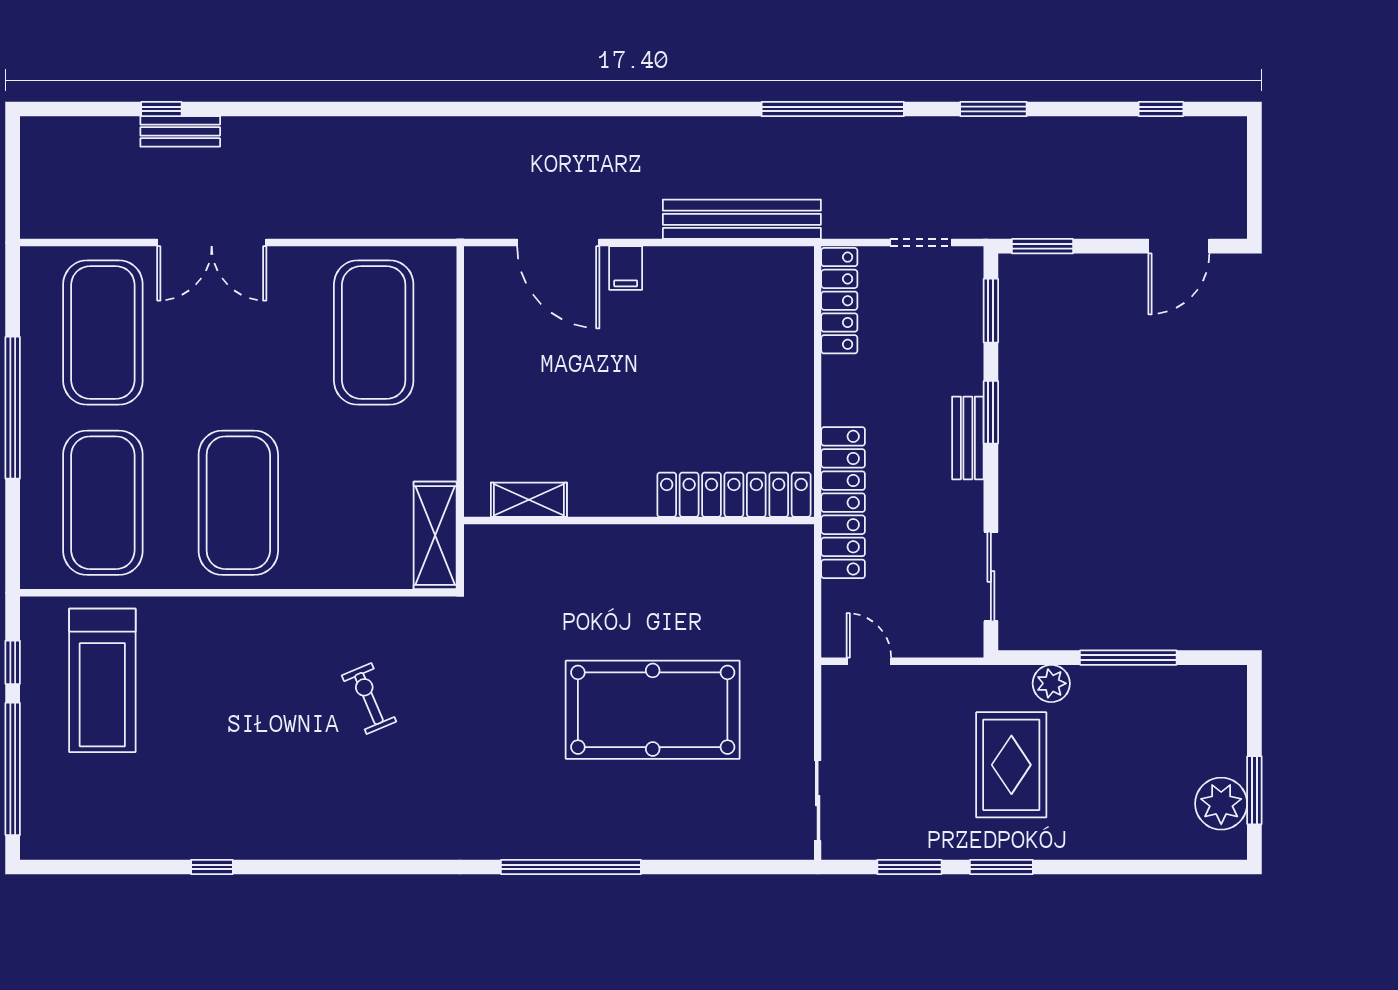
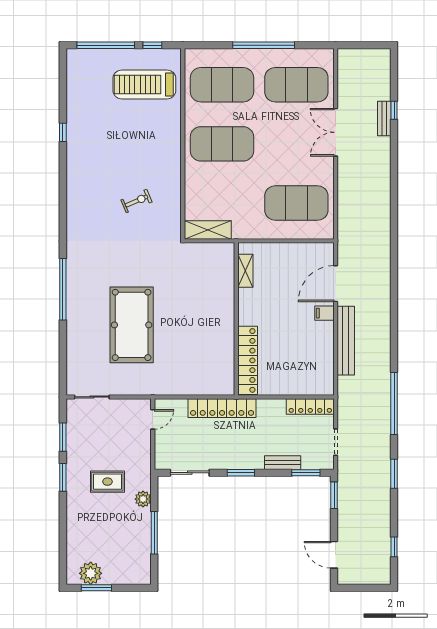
bench: (742, 219) -> (346, 341), moved
window: (991, 412) -> (241, 473), moved
bench: (968, 438) -> (283, 463), moved
locker: (734, 495) -> (248, 360), moved
shelving: (529, 500) -> (245, 271), moved
wall: (639, 520) -> (236, 319), moved
rug: (1011, 765) -> (107, 482), width x0.73, depth x0.70

